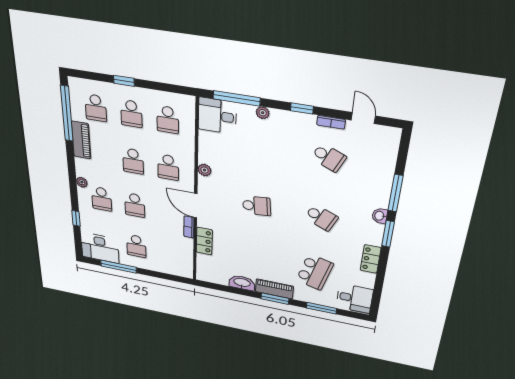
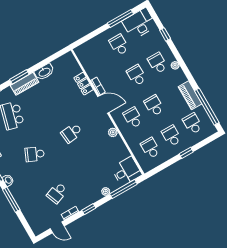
school desk: (329, 158) -> (57, 193), turned -45

